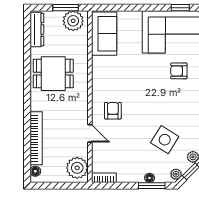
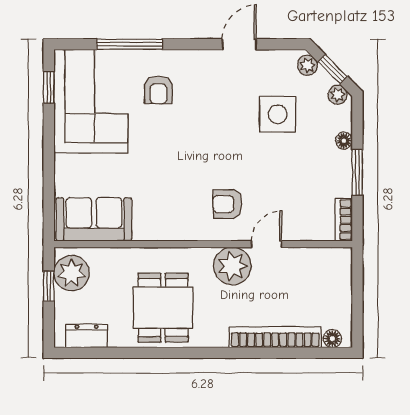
window: (66, 8) -> (49, 286), width x0.67
dresser: (37, 29) -> (87, 336), width x0.70
side table: (165, 140) -> (278, 114), turned -32
plant: (77, 168) -> (232, 266), moved
window: (152, 186) -> (357, 172), moved

